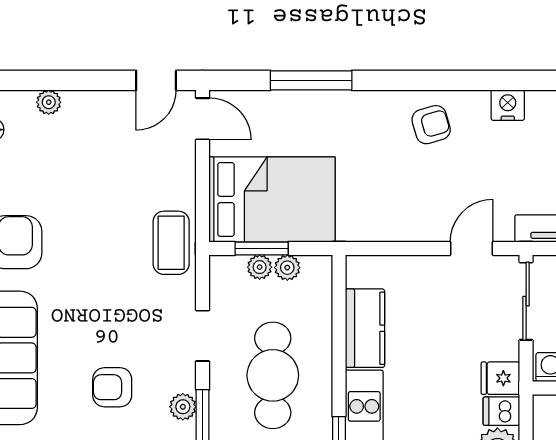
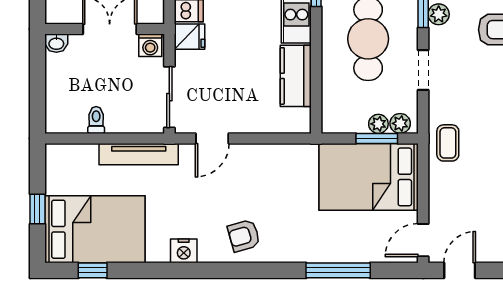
door: (203, 119) -> (423, 240), hinge flipped
coffee table: (171, 243) -> (448, 143), width x0.73, depth x0.77
plant: (287, 268) -> (400, 123), moved

